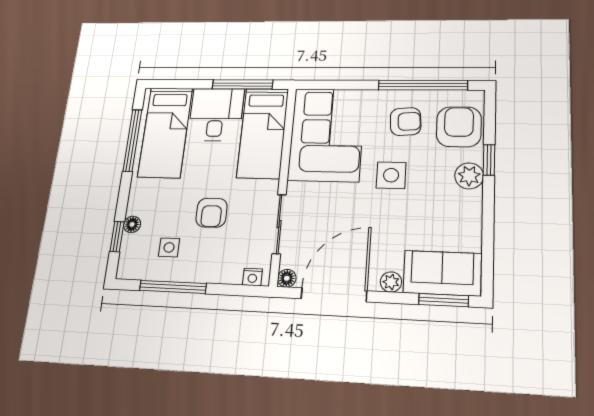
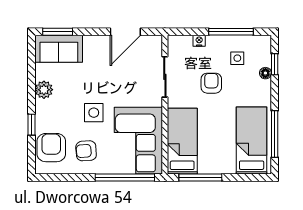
window: (423, 85) -> (125, 178), moved
desk: (216, 114) -> (217, 155), removed
armchair: (459, 127) -> (51, 148), turned 180
plant: (469, 176) -> (44, 90), moved
nightstand: (252, 277) -> (199, 41), moved
floor lamp: (287, 278) -> (156, 41), removed
plant: (391, 282) -> (90, 42), removed
door: (334, 295) -> (125, 32), width x0.73

